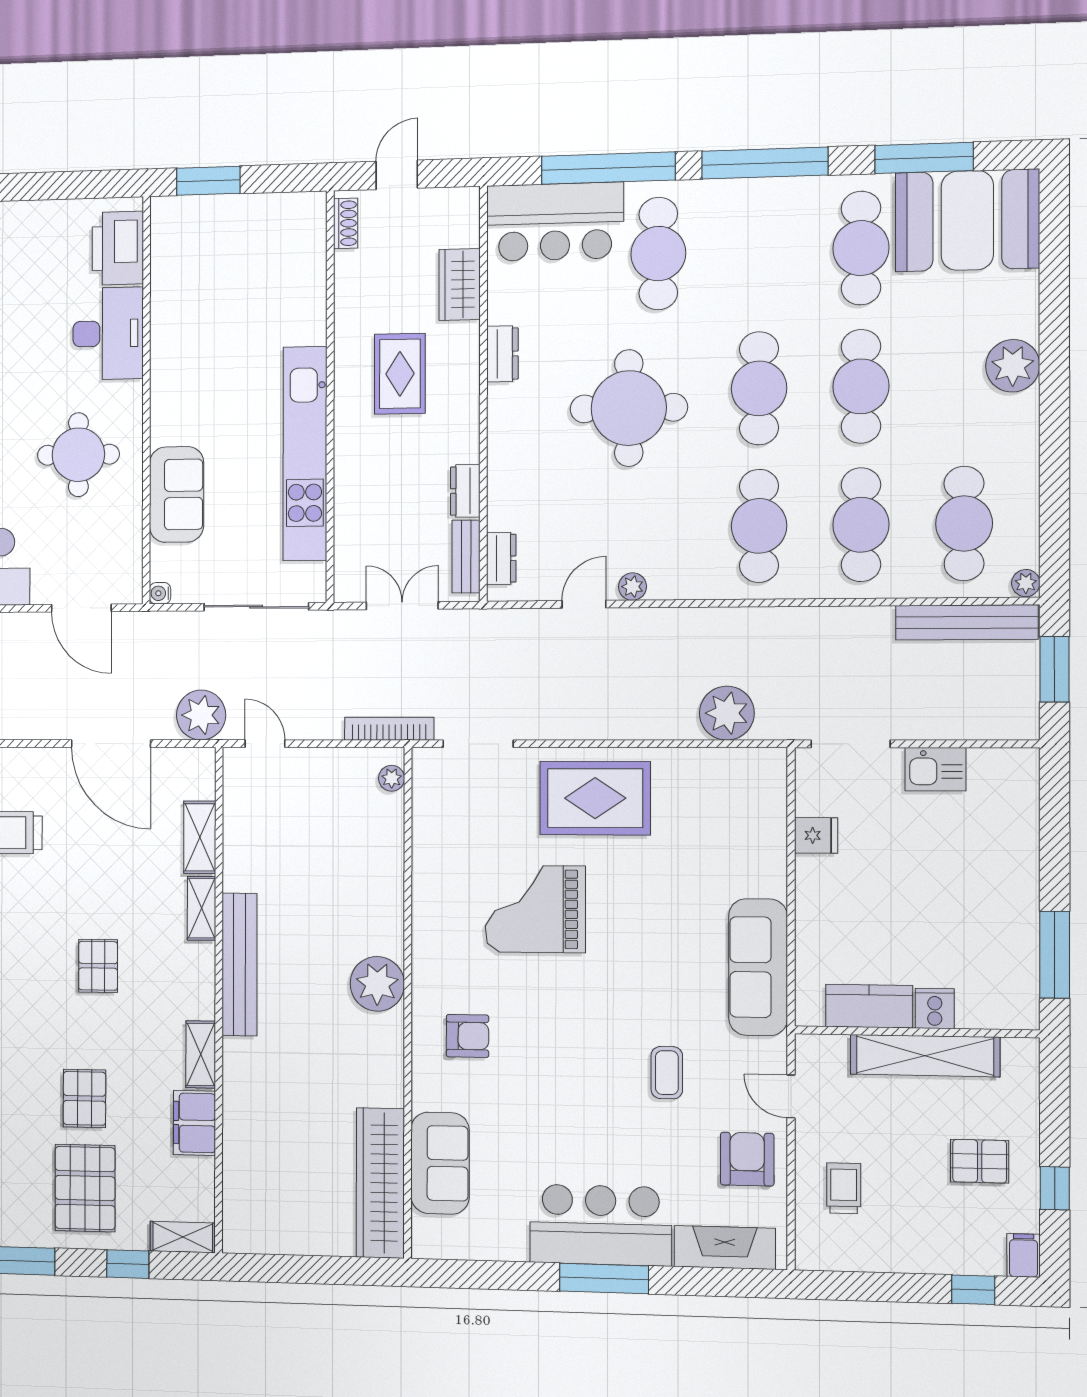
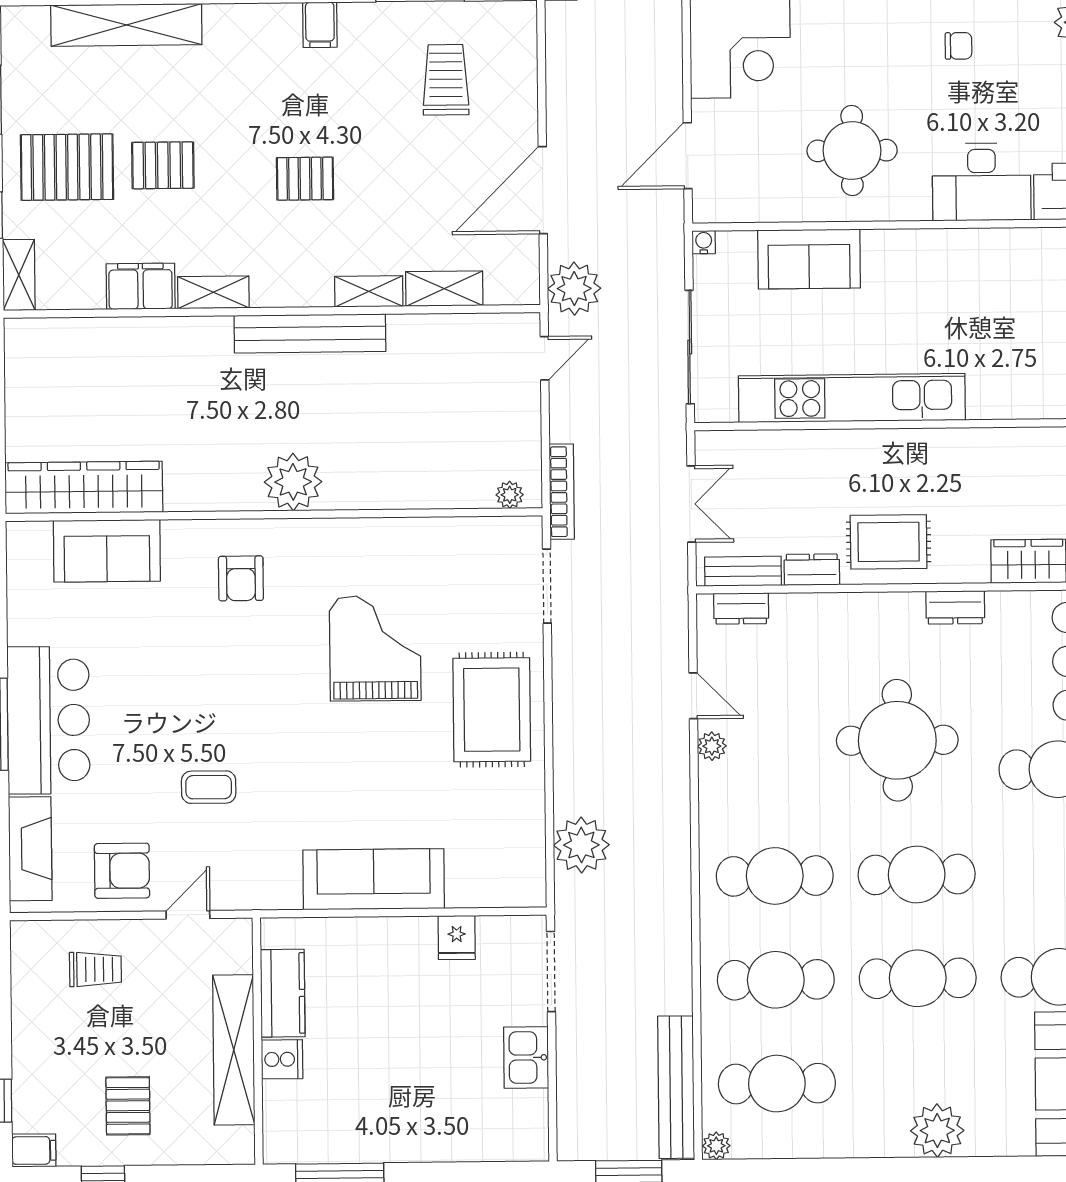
rug: (400, 374) -> (889, 542), moved
sofa: (758, 967) -> (374, 879), moved

